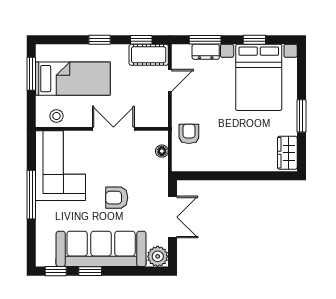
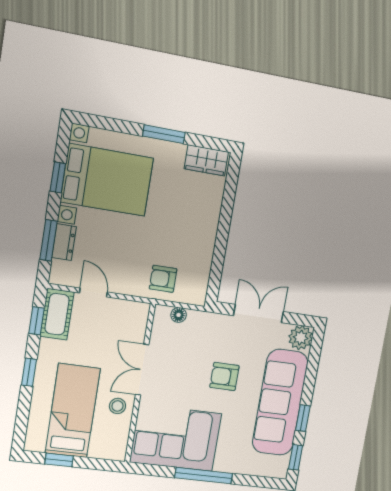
window: (31, 74) -> (59, 460), width x0.67
stool: (56, 116) -> (117, 406), moved
armchair: (117, 198) -> (224, 376), turned 90

